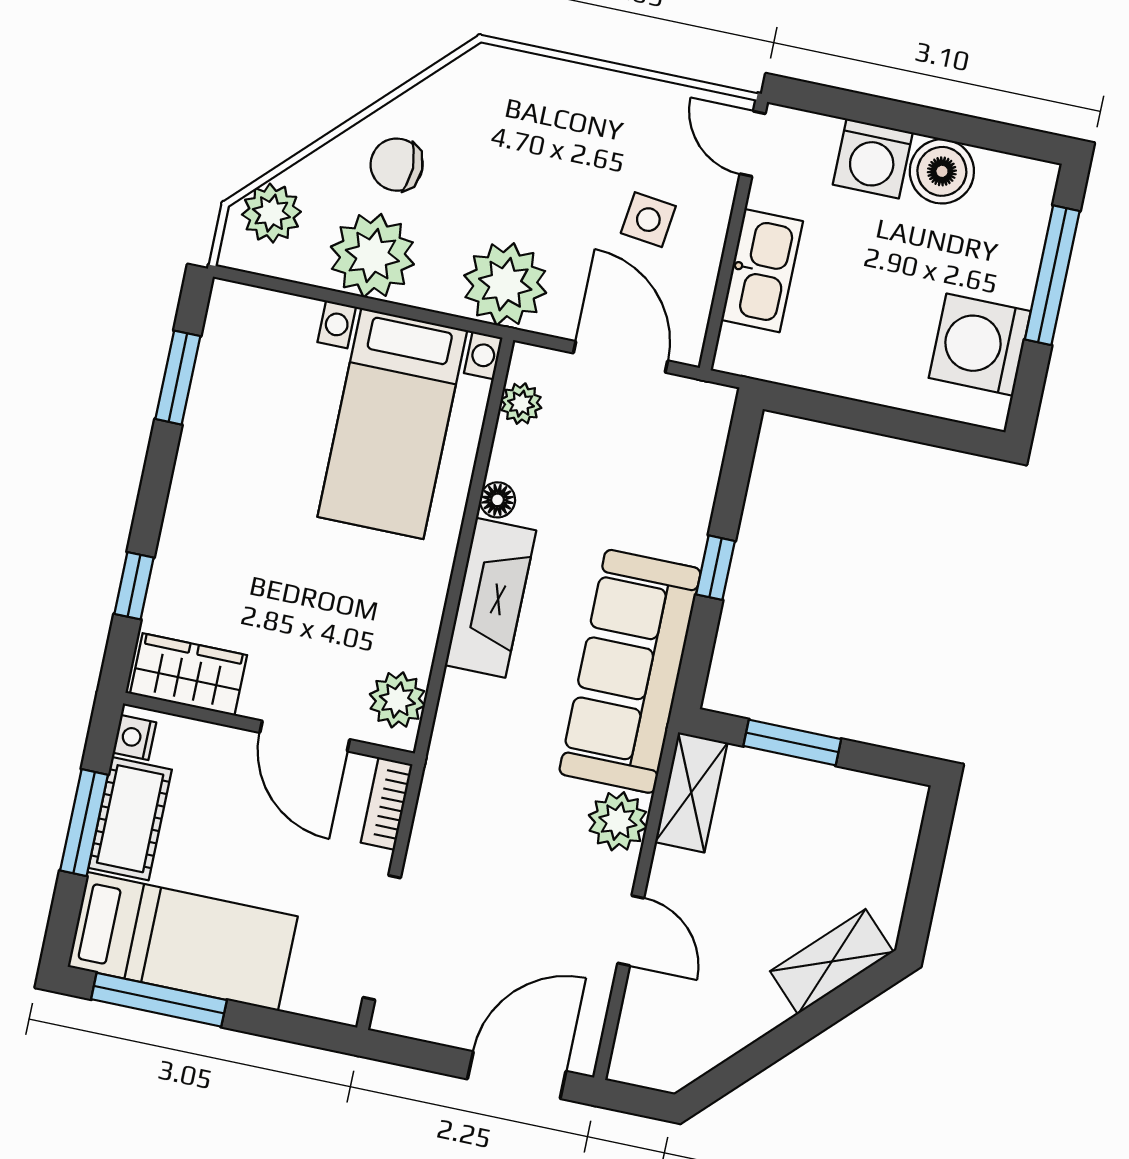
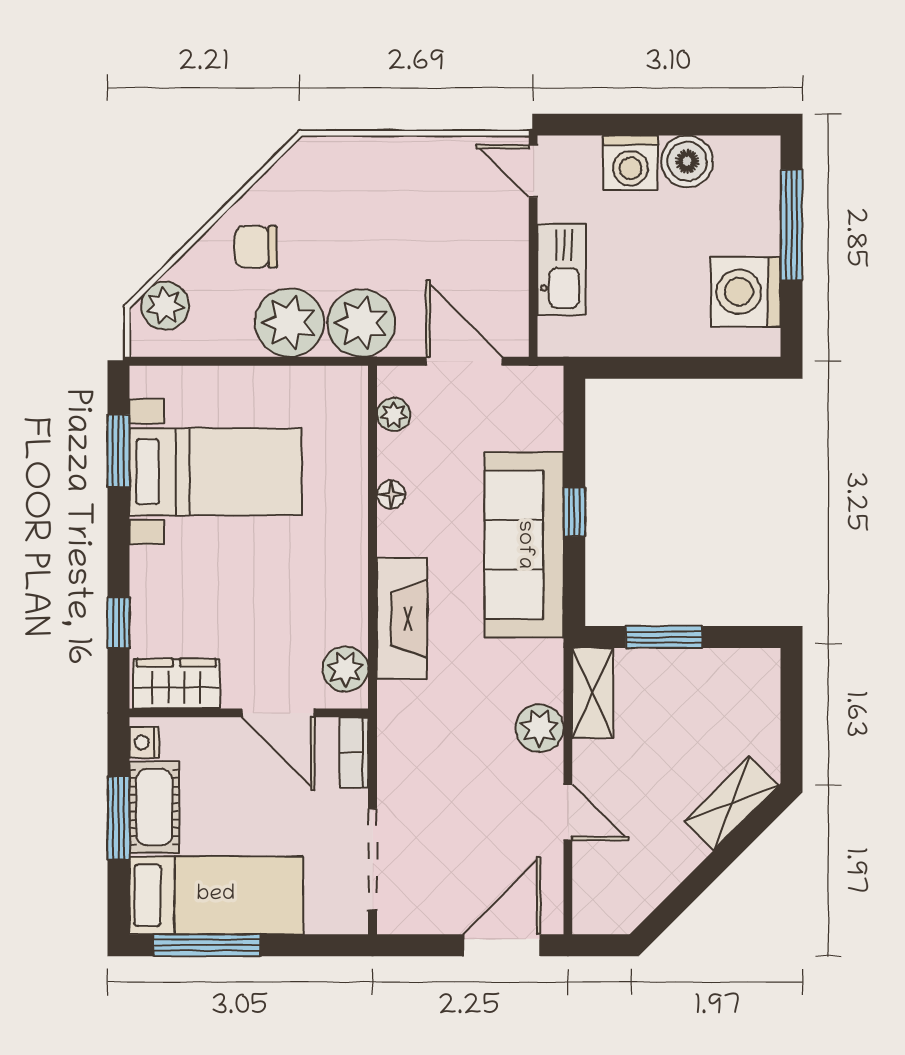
side table: (648, 220) -> (463, 248), removed
plant: (372, 256) -> (290, 323), moved
bed with nightstands: (392, 423) -> (215, 472), moved, turned -90
fireplace: (491, 598) -> (402, 619), moved
sofa: (630, 671) -> (524, 545), moved

